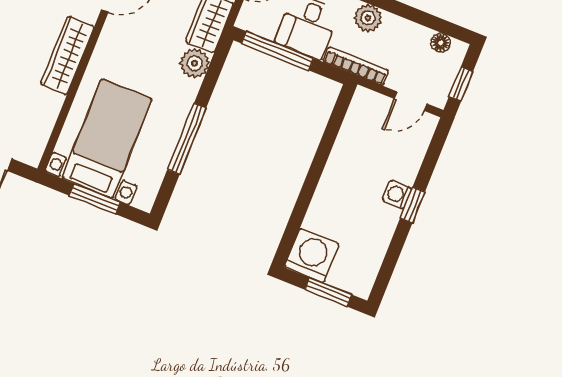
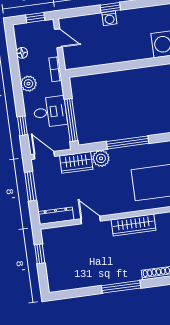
floor lamp: (441, 43) -> (22, 53), moved
bookcase: (356, 66) -> (55, 69), width x0.64
window: (187, 139) -> (128, 142), moved

